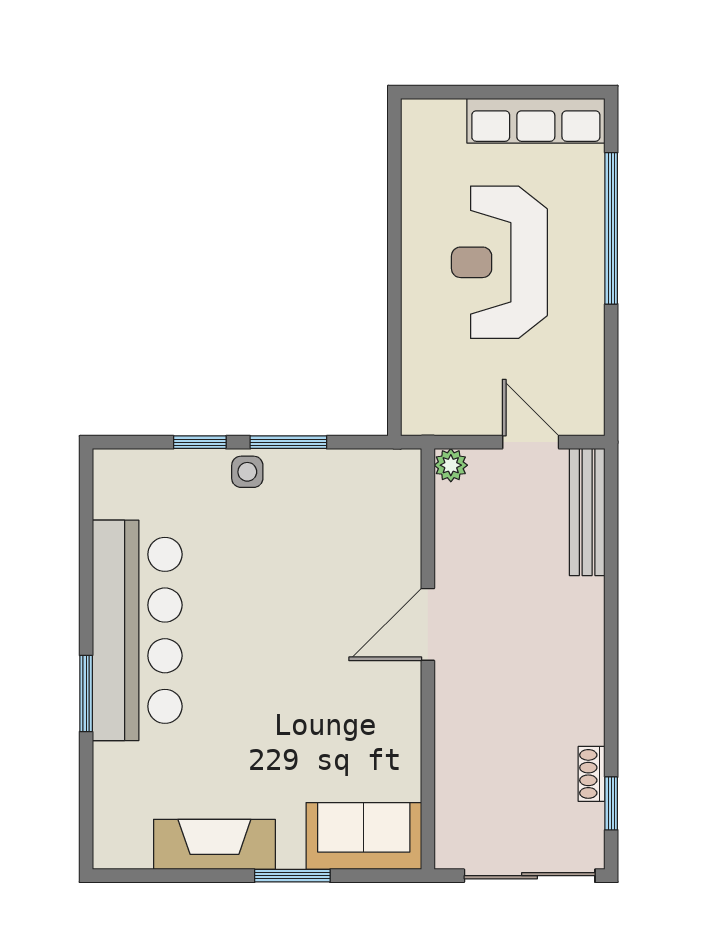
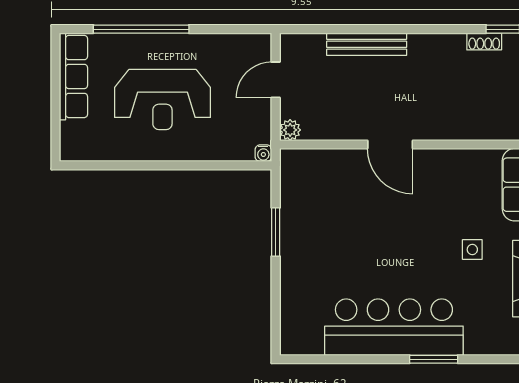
water cooler: (414, 423) -> (263, 153), added
window: (200, 442) -> (276, 288), removed
side table: (247, 472) -> (472, 250), moved
bench: (587, 512) -> (367, 44), moved

